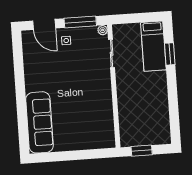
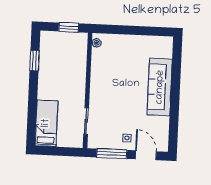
plant: (103, 30) -> (97, 43), moved
window: (170, 54) -> (34, 61), moved
sofa: (39, 122) -> (160, 87), moved

